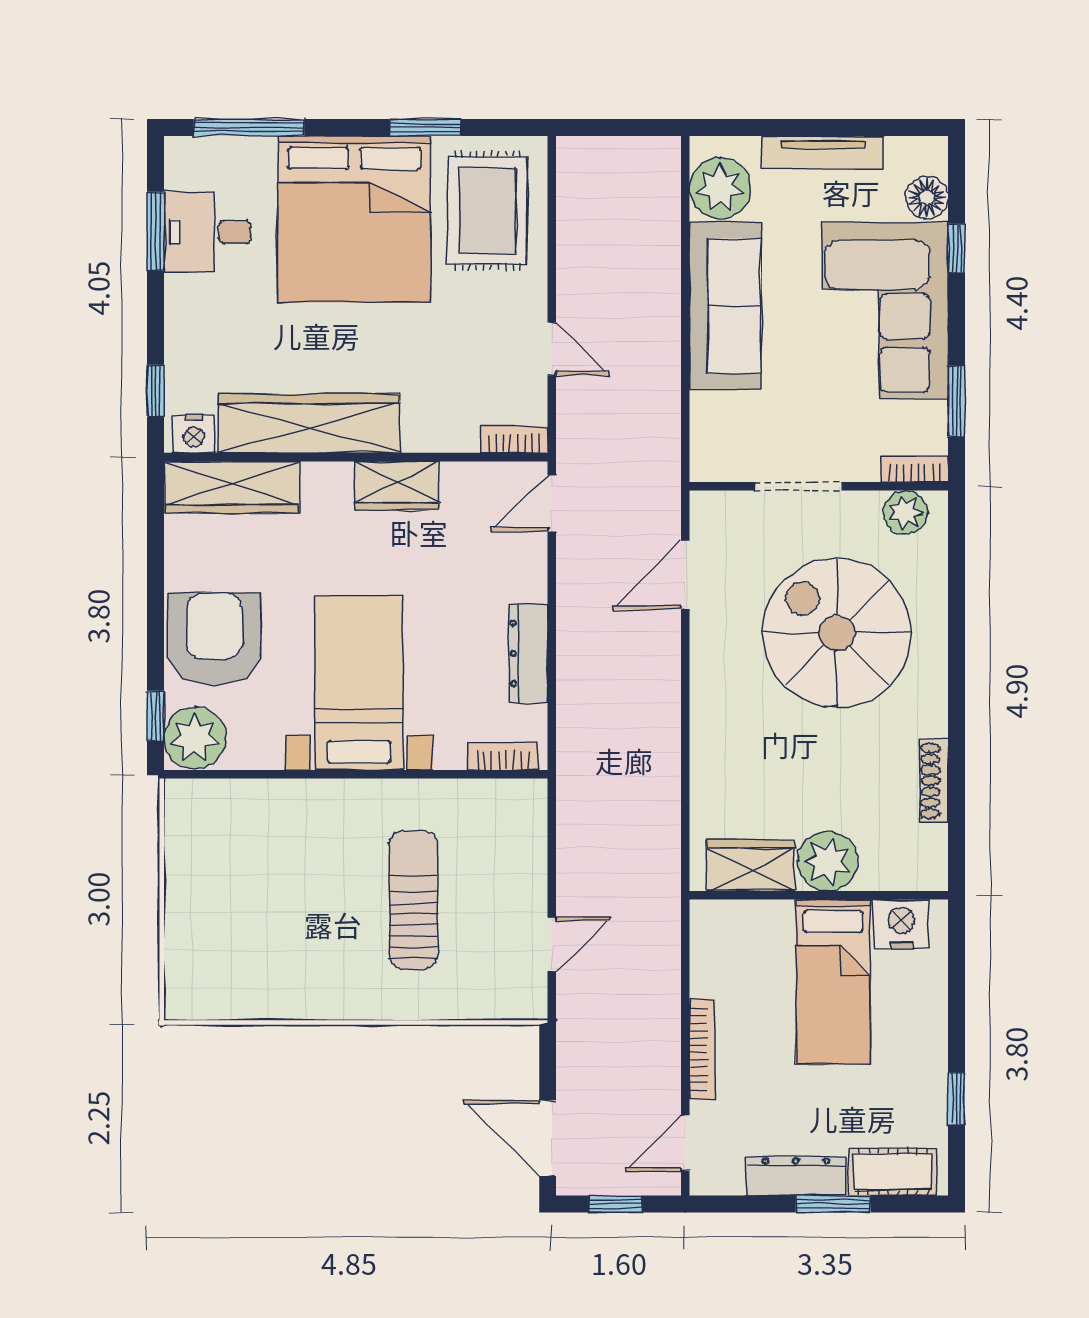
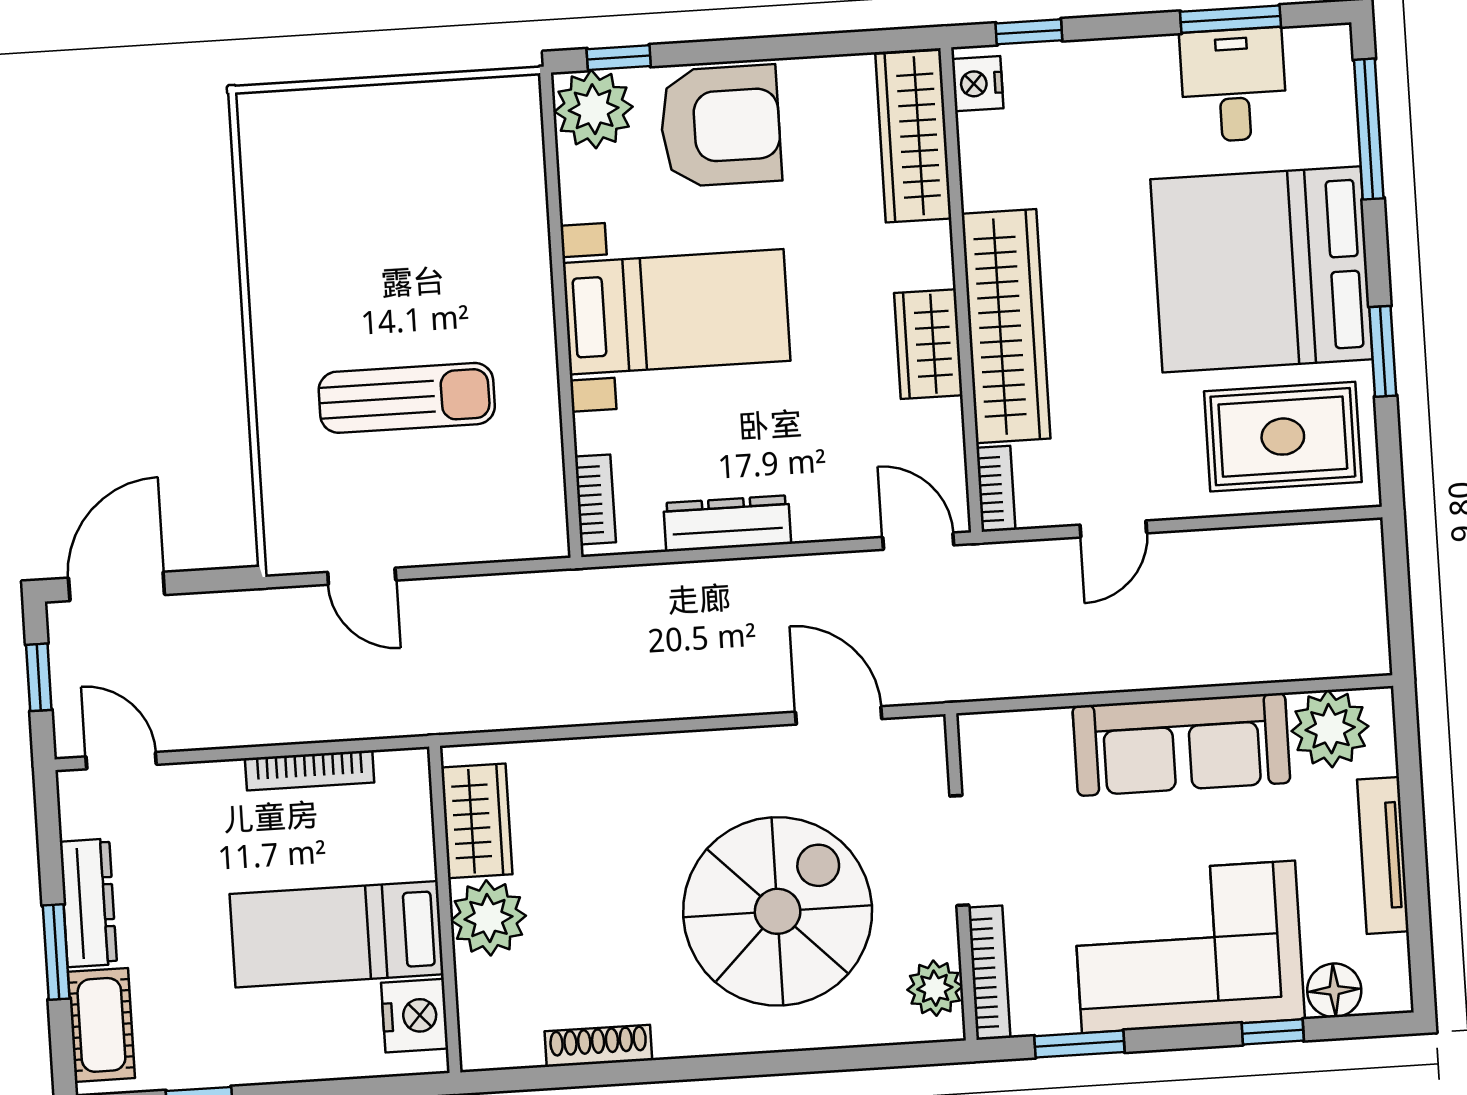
wardrobe: (309, 423) -> (1006, 326), moved
bookcase: (915, 469) -> (989, 973), width x1.56
bookcase: (702, 1049) -> (310, 770), moved

